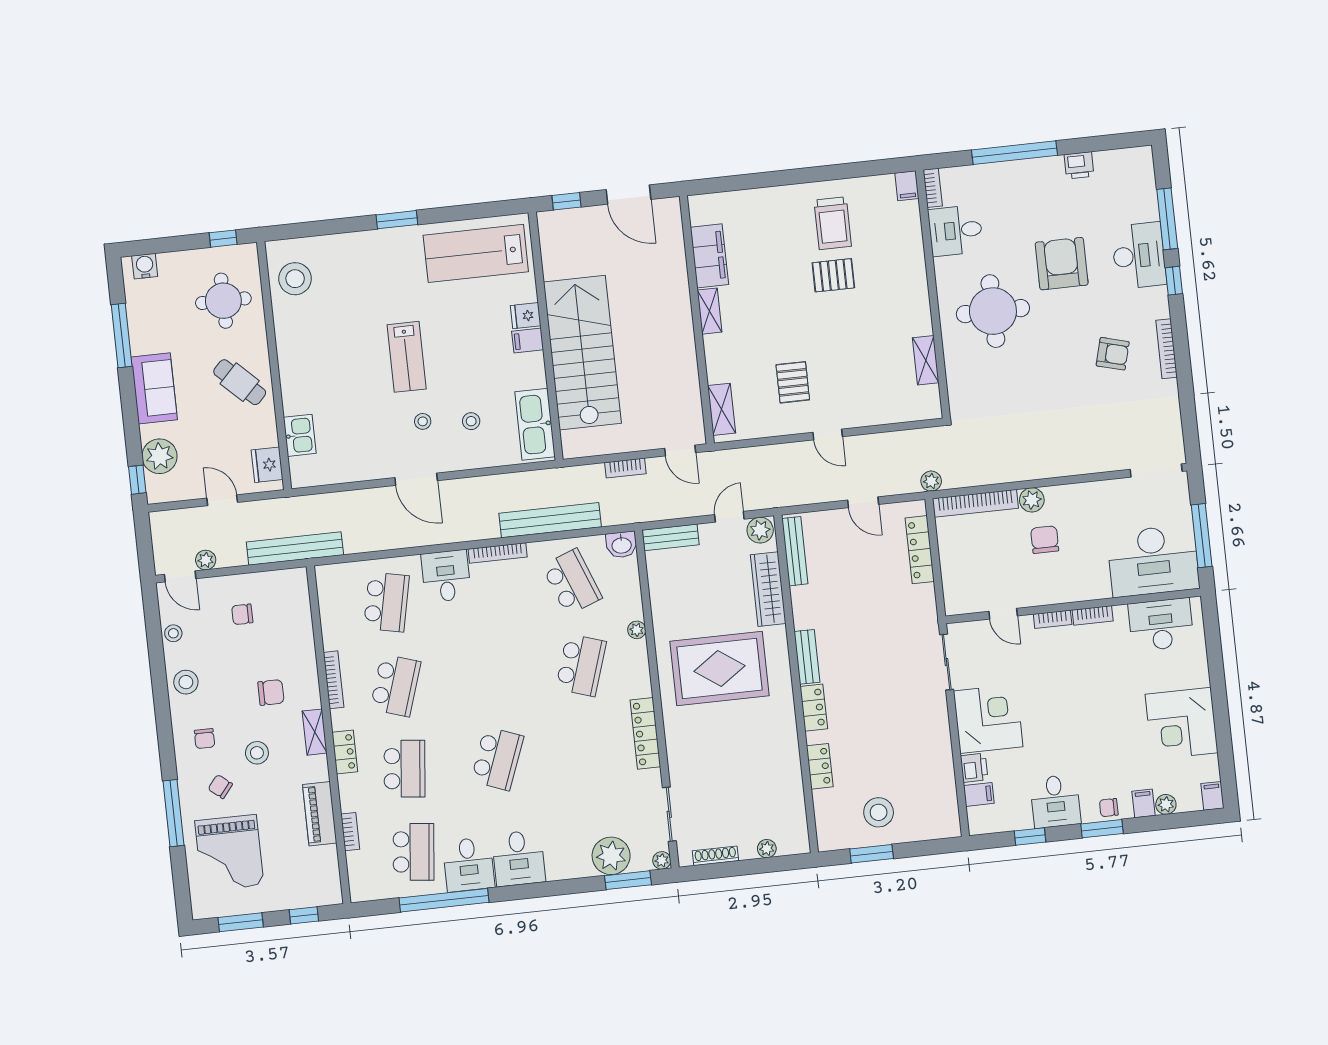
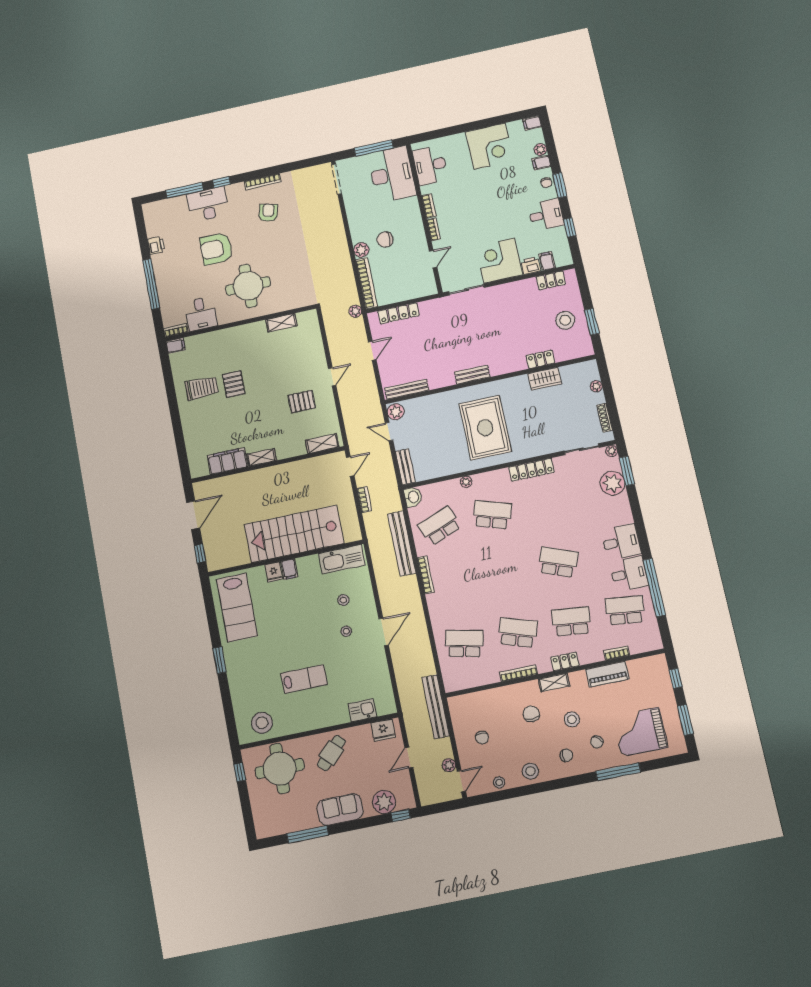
water cooler: (145, 266) -> (261, 823), removed
round table: (223, 301) -> (280, 769), width x1.36, depth x1.36
lab bench: (407, 357) -> (304, 679), moved
desk: (446, 576) -> (444, 607), removed
wardrobe: (768, 589) -> (545, 379), moved, width x0.67
locker: (814, 708) -> (551, 280), moved, turned 180
grand piano: (229, 853) -> (640, 732), turned 180

